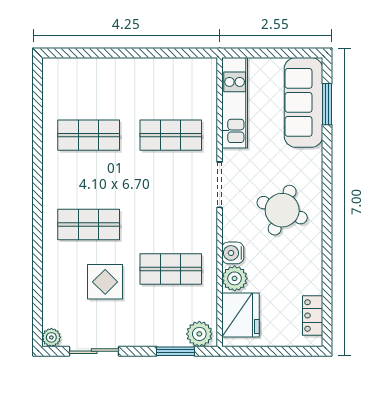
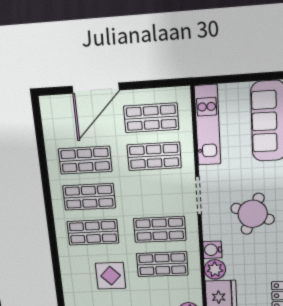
door: (110, 53) -> (96, 88), added
shop shelf: (171, 90) -> (151, 118), added
shop shelf: (89, 180) -> (89, 197), added
shop shelf: (171, 224) -> (160, 229), added

